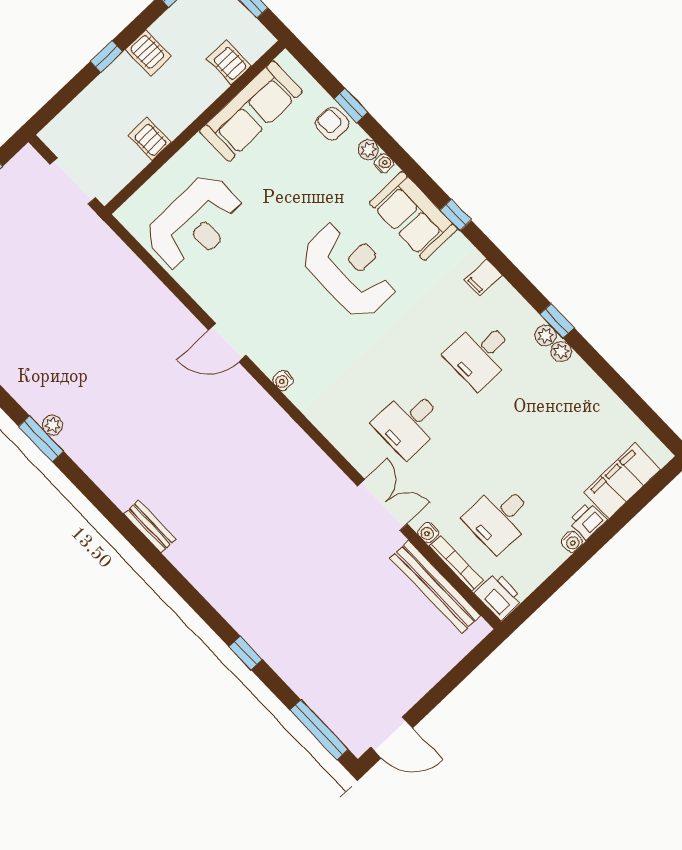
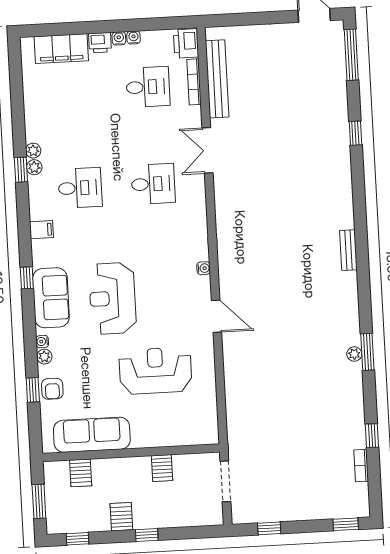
reception desk: (195, 223) -> (155, 371), moved
water cooler: (428, 533) -> (134, 37), moved, turned -90

